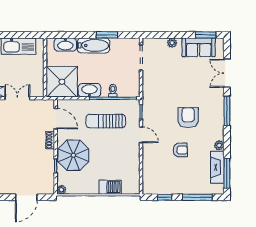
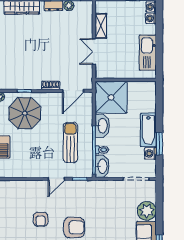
plant: (172, 43) -> (147, 211), width x1.88, depth x1.88
washing machine: (116, 44) -> (150, 153), added
washbasin: (65, 45) -> (102, 166), moved, turned 180
double door: (17, 98) -> (94, 51), swing flipped
parasol: (73, 155) -> (25, 113), moved

